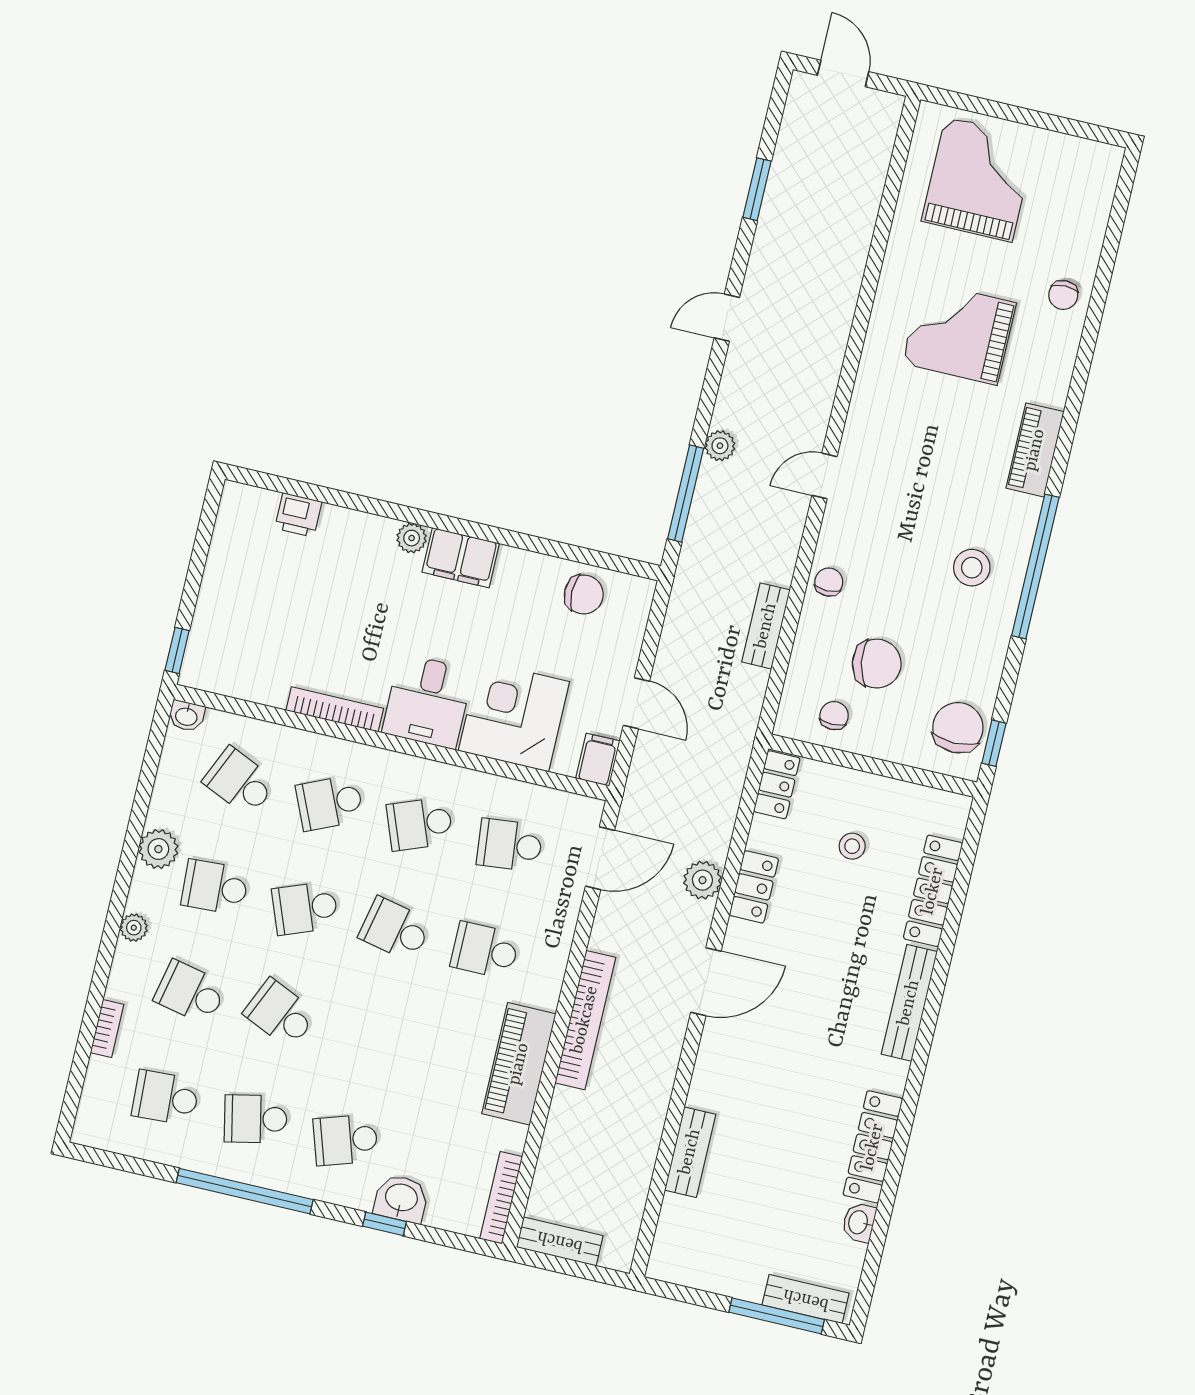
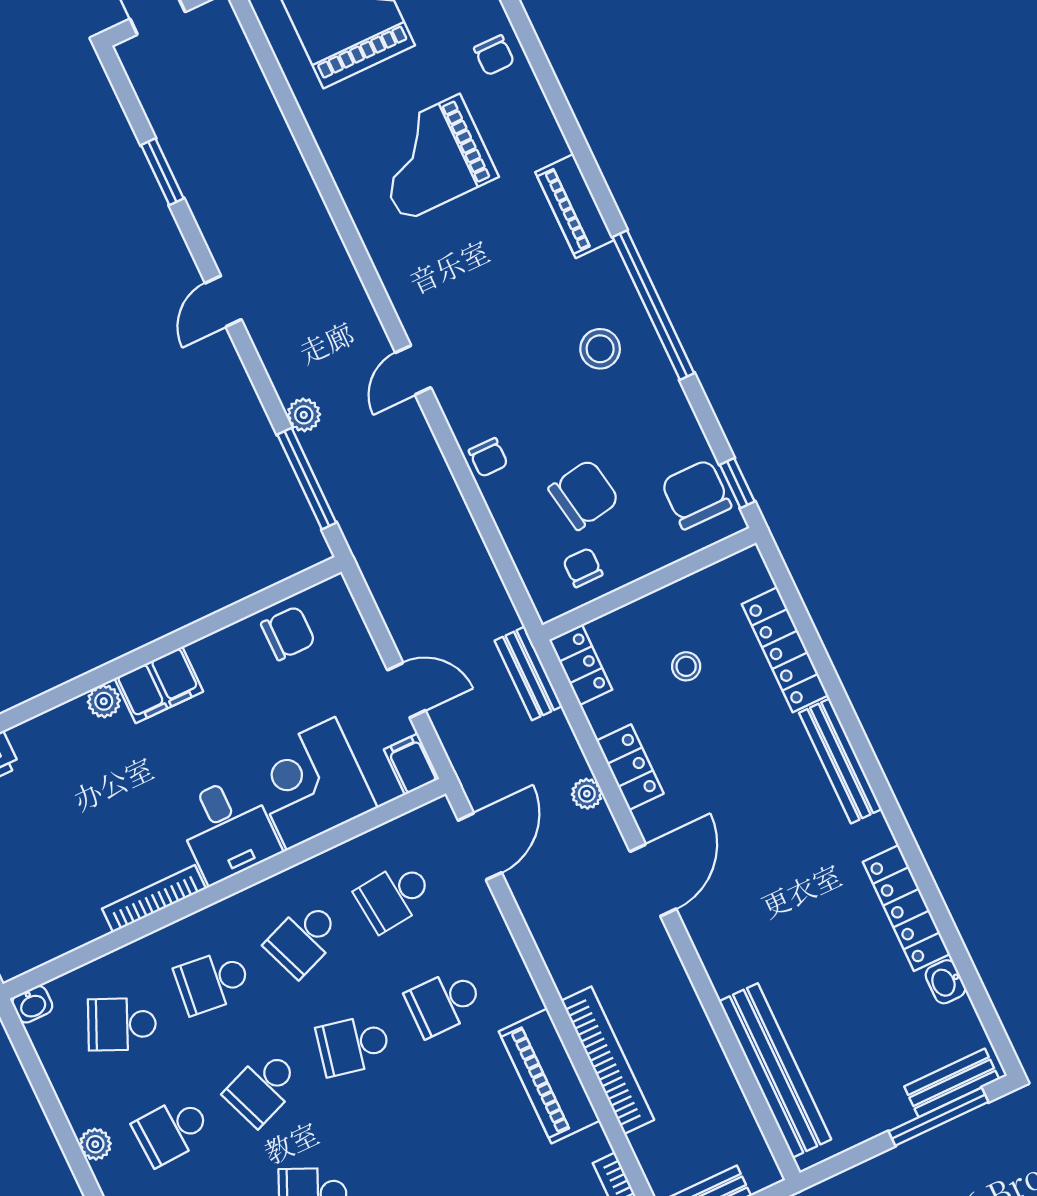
chair: (829, 582) -> (488, 458), turned 180
bench: (766, 626) -> (528, 673), moved
school desk: (330, 803) -> (213, 982), turned 30
plant: (158, 849) -> (95, 1144), width x0.73, depth x0.73
plant: (702, 880) -> (587, 794), width x0.73, depth x0.73
bookcase: (585, 1020) -> (608, 1060), moved
bench: (690, 1152) -> (775, 1070), width x1.86, depth x1.21

